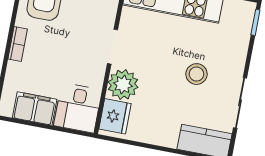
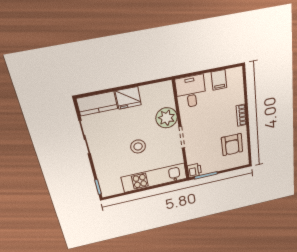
stool: (196, 74) -> (138, 146), moved
filing cabinet: (35, 109) -> (219, 80), width x0.50
fridge: (115, 116) -> (128, 98), moved, turned -90

